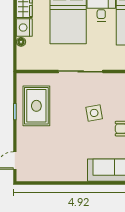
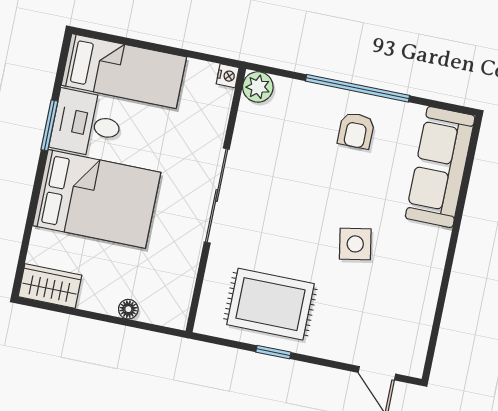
nightstand: (24, 28) -> (99, 296), removed
side table: (94, 113) -> (355, 244), moved

